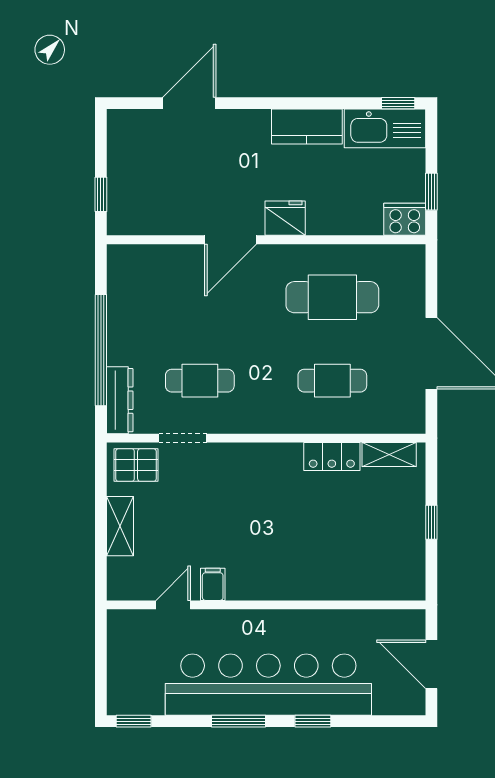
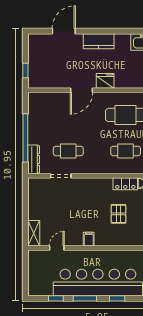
kitchen counter: (307, 127) -> (99, 41), moved
pallet: (136, 465) -> (119, 214), moved, turned 90
shelving: (120, 526) -> (34, 233), moved
filing cabinet: (213, 584) -> (89, 239), moved
window: (134, 721) -> (56, 298), moved

